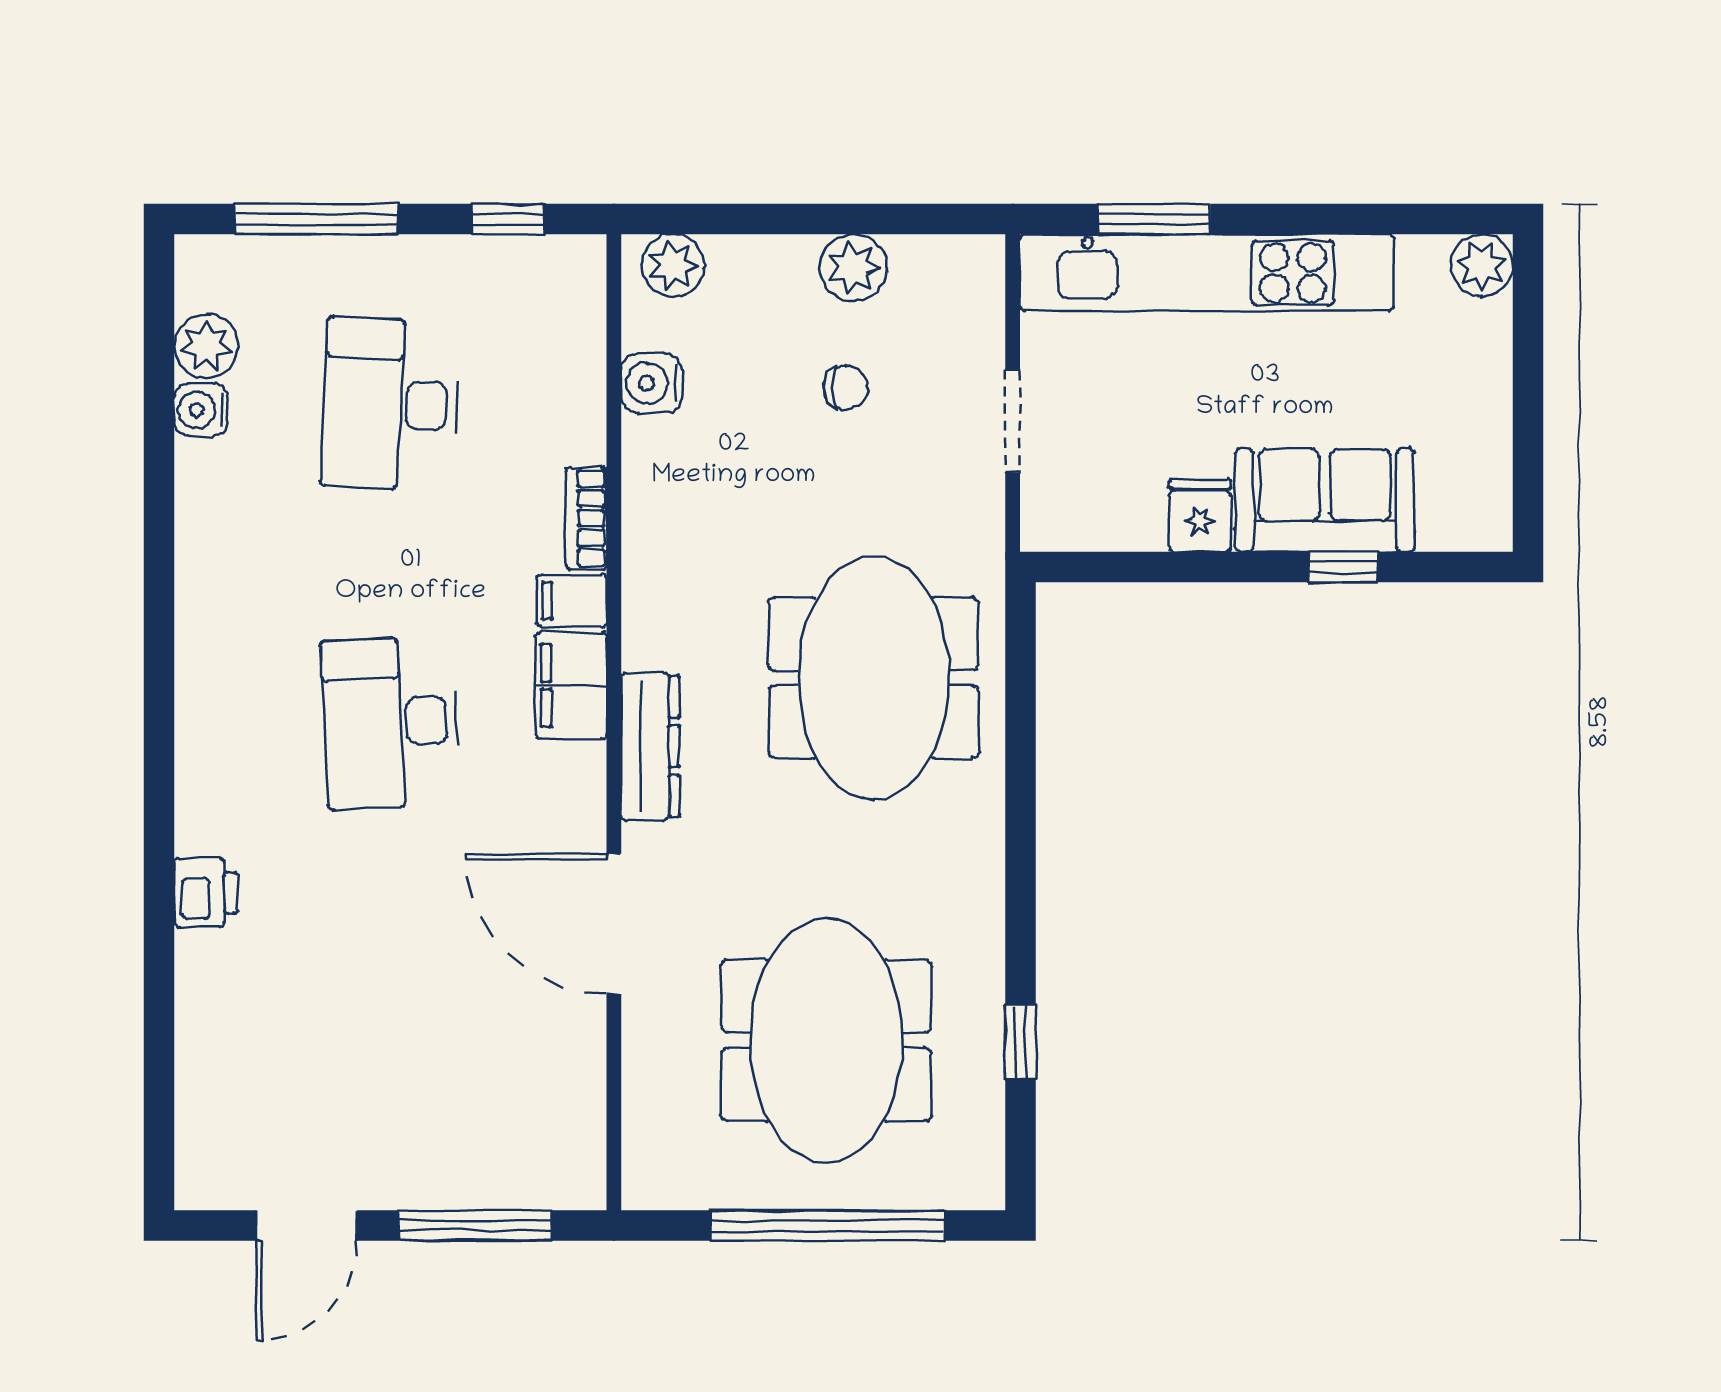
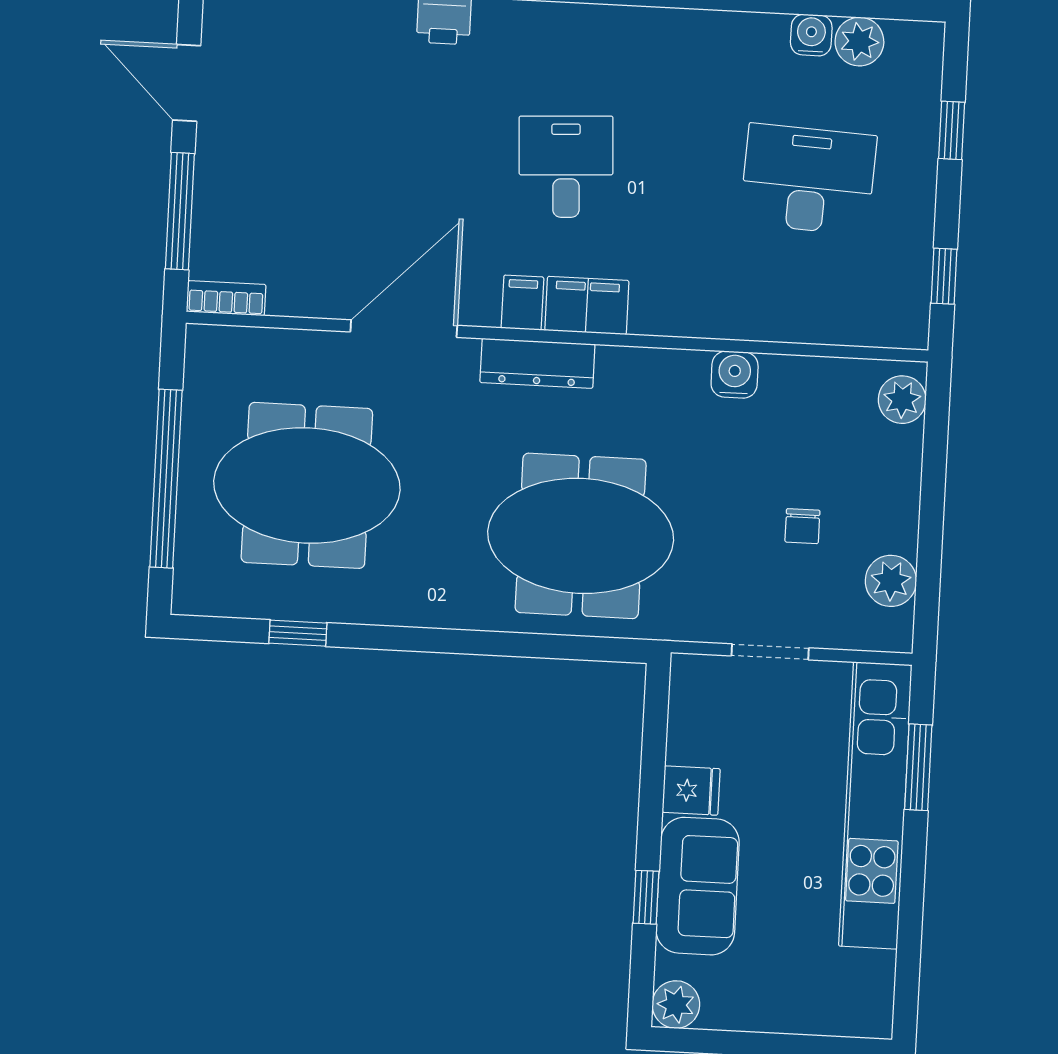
window: (316, 219) -> (952, 130), width x0.46
plant: (1482, 265) -> (676, 1005), moved
plant: (853, 268) -> (891, 581), moved
water cooler: (652, 383) -> (735, 375), moved
bookcase: (586, 518) -> (226, 298), moved
filing cabinet: (572, 601) -> (522, 303), moved
desk: (390, 722) -> (566, 167), width x0.73

